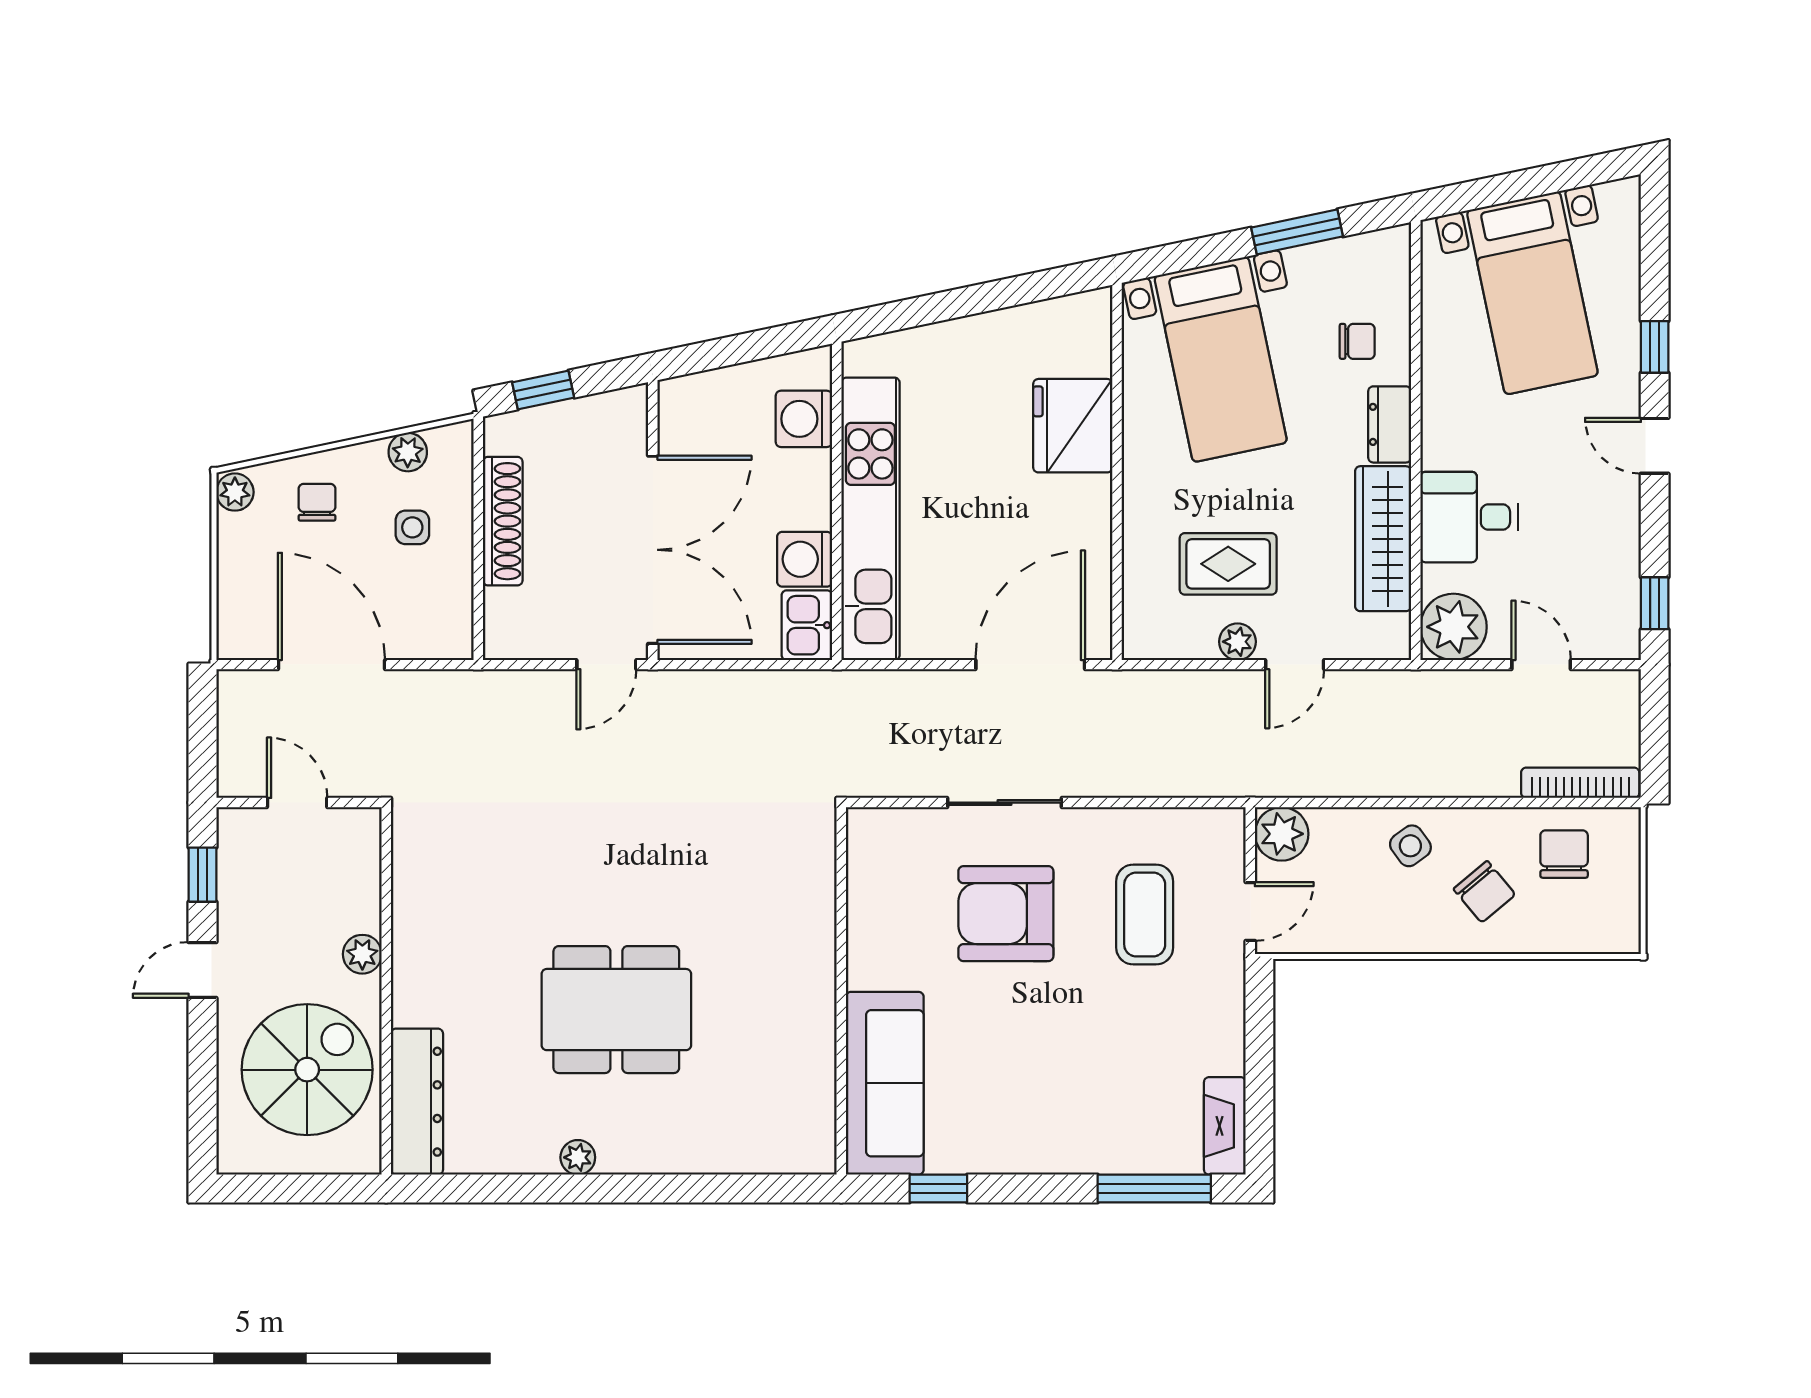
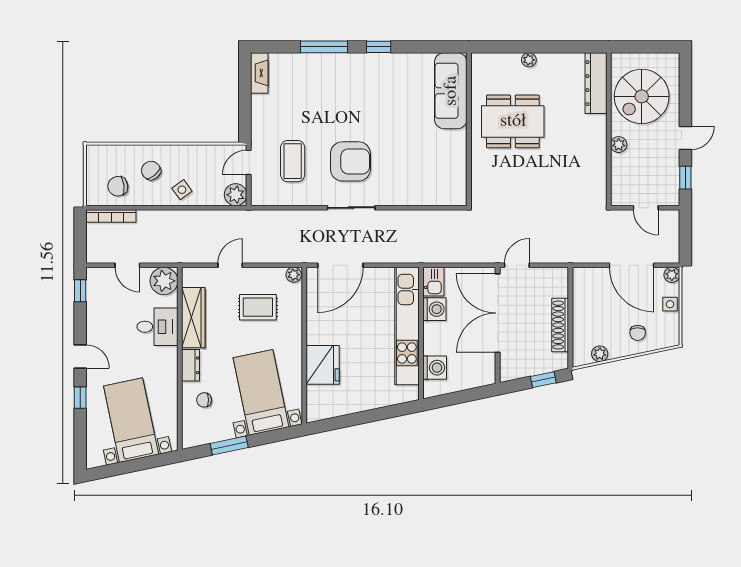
plant: (235, 492) -> (672, 275), moved
side table: (412, 527) -> (670, 304), moved
plant: (1238, 642) -> (294, 275), moved
chair: (1564, 854) -> (118, 186), turned 83
wall: (841, 991) -> (469, 129), moved
sofa: (885, 1083) -> (451, 91), moved
window: (1154, 1189) -> (324, 47), moved

